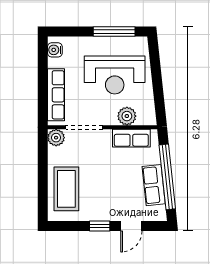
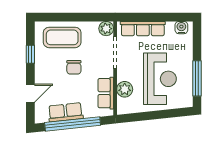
reception desk: (115, 75) -> (160, 79), turned 180
chair: (101, 175) -> (74, 67), added
window: (100, 226) -> (30, 54), moved
door: (131, 226) -> (30, 93), swing flipped

